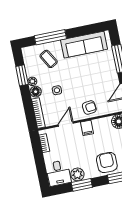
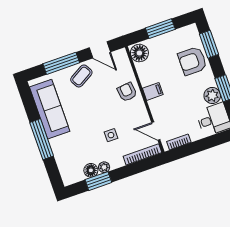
window: (50, 37) -> (42, 139), moved
coffee table: (49, 59) -> (81, 76), moved
floor lamp: (36, 92) -> (91, 170), moved
door: (66, 124) -> (156, 131), moved

